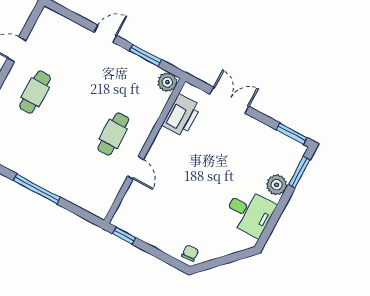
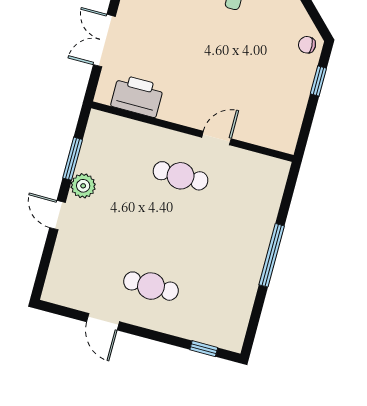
plant: (167, 82) -> (83, 186), moved
window: (124, 236) -> (318, 81), moved

